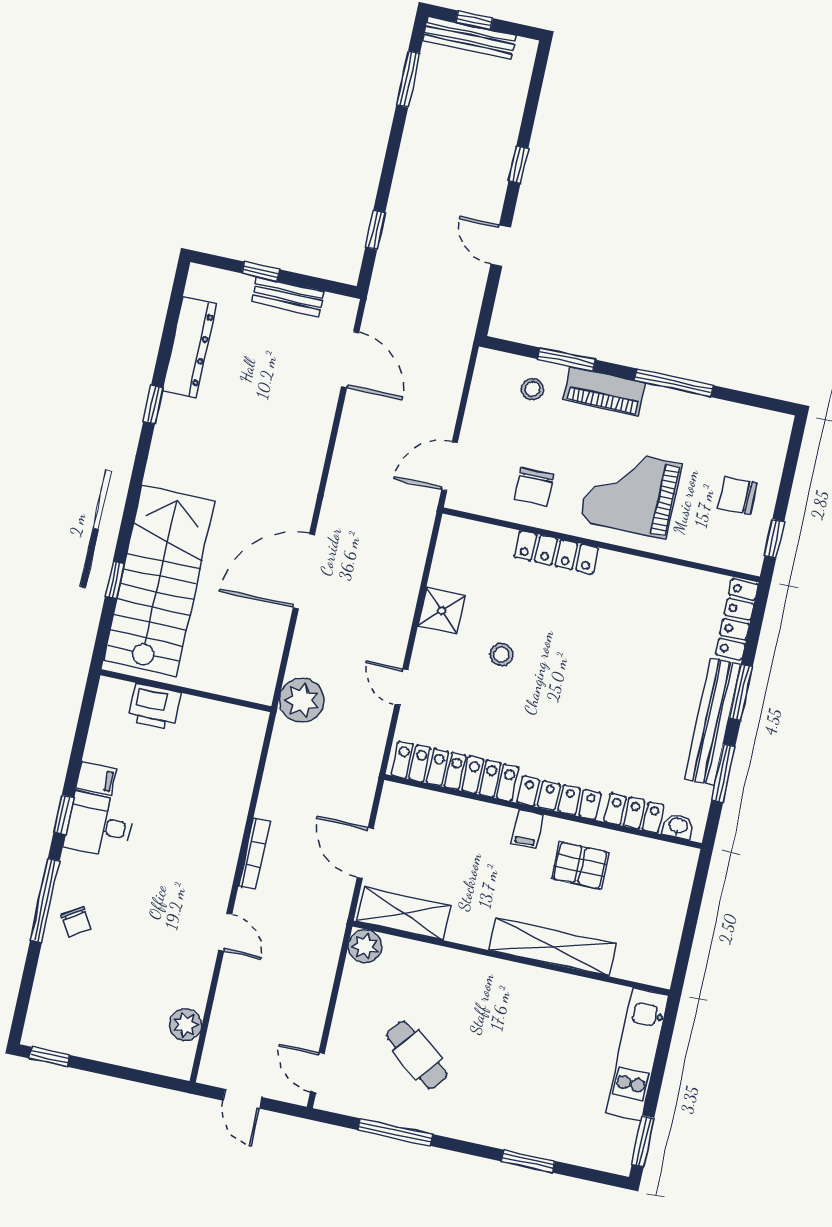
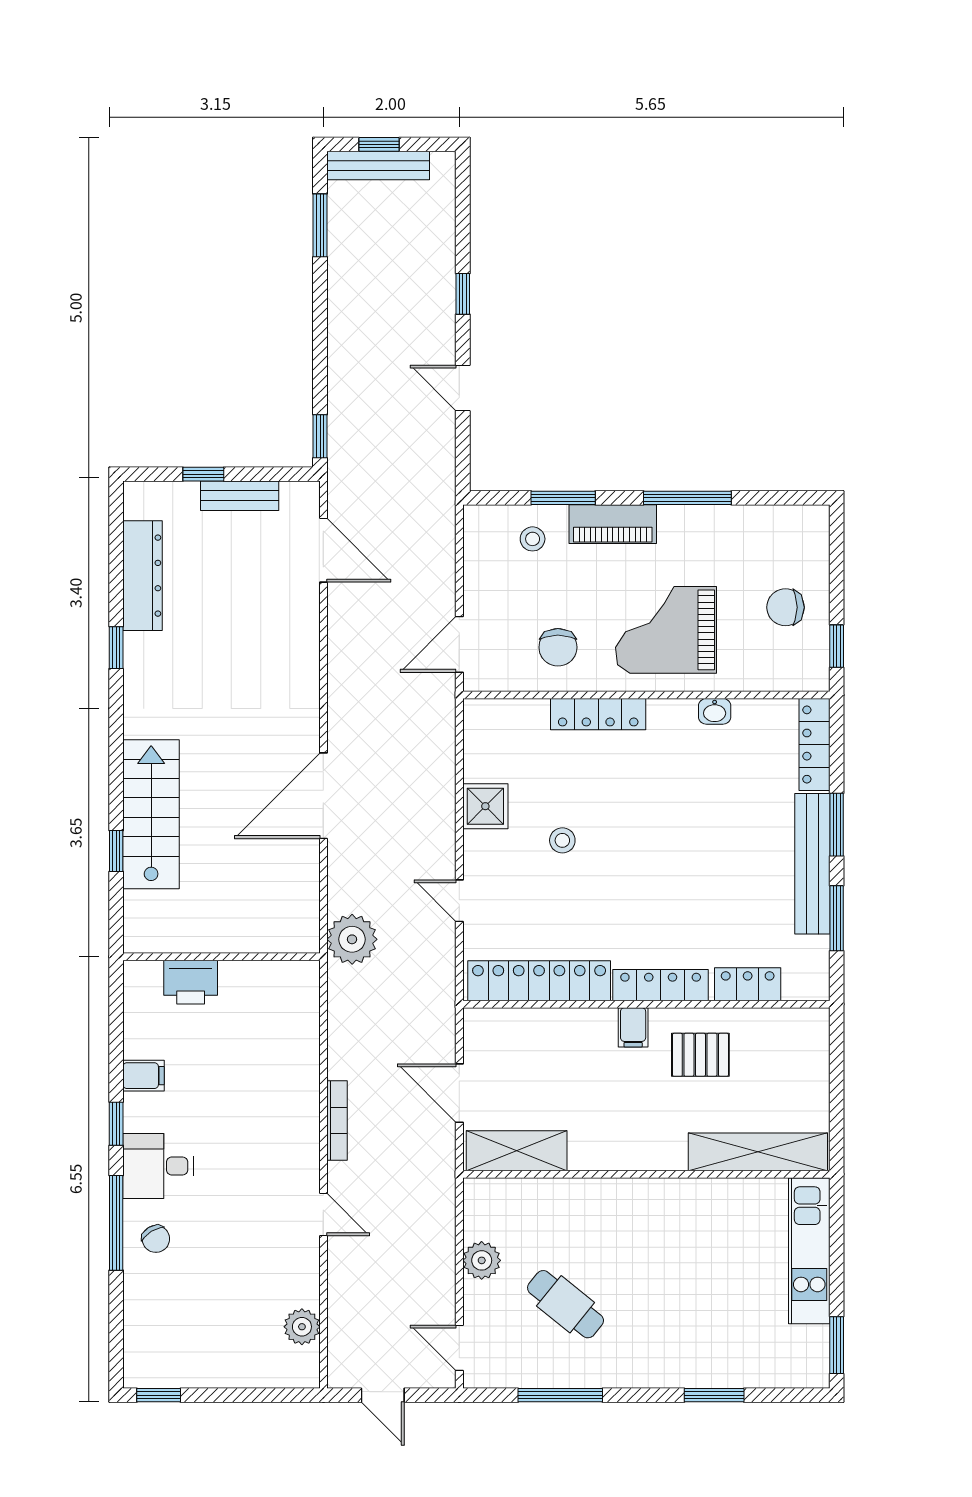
window: (375, 230) -> (320, 436), moved
stairs: (159, 581) -> (151, 814), width x0.73, depth x0.66
desk: (99, 825) -> (158, 1166), moved
washbasin: (678, 826) -> (715, 711), moved, turned 180
plant: (365, 946) -> (482, 1260), moved
shelving: (553, 947) -> (758, 1152), moved

